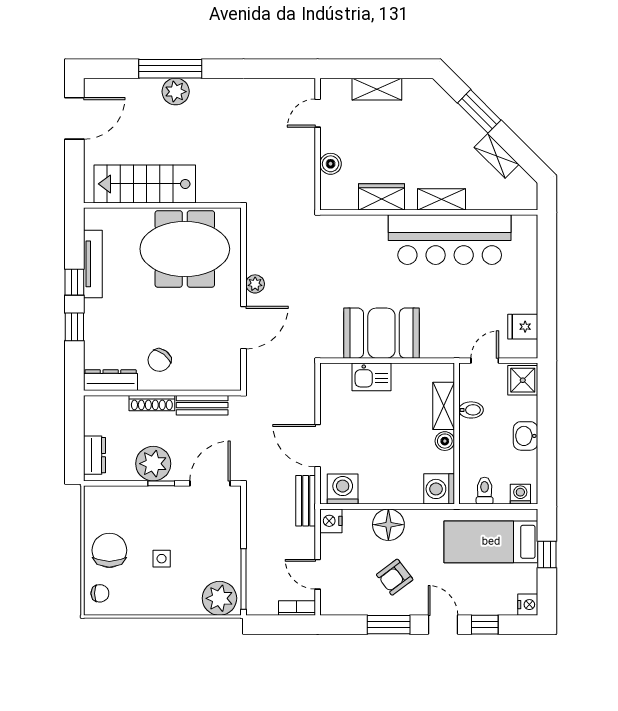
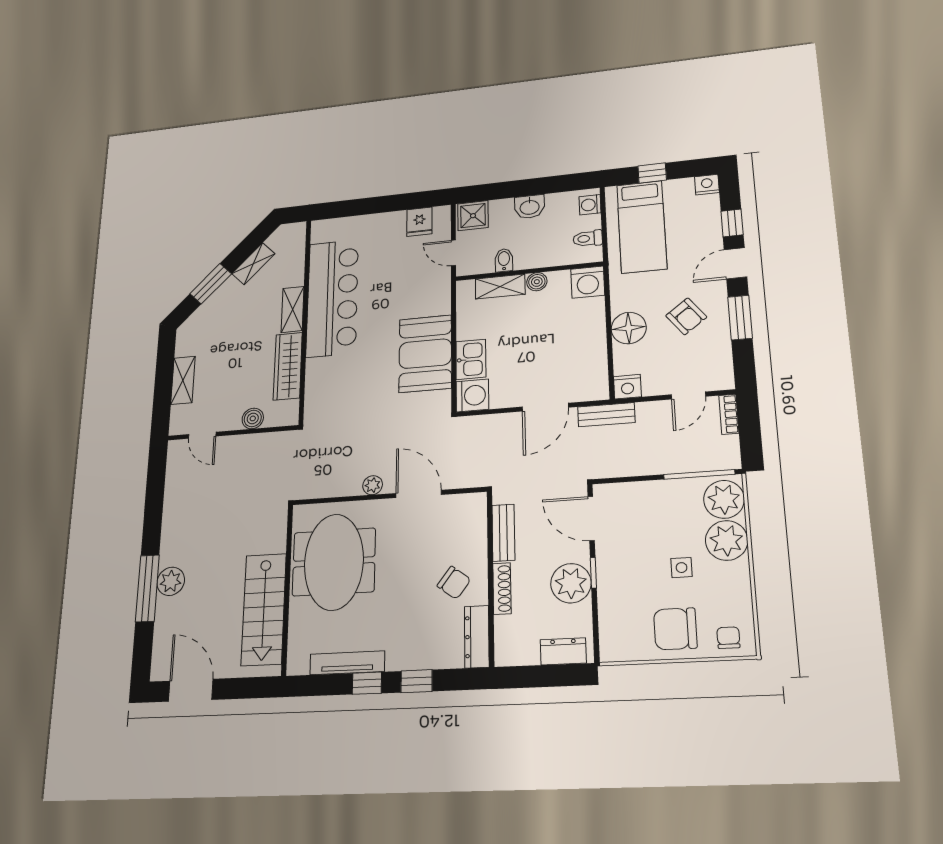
wardrobe: (382, 197) -> (288, 366), width x1.50
washing machine: (343, 489) -> (472, 395), moved, turned 180
plant: (183, 598) -> (727, 540), added

